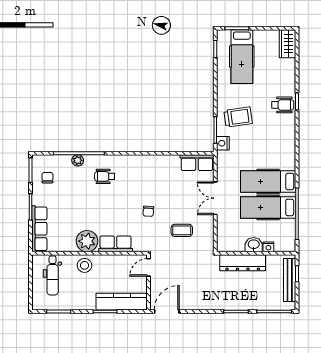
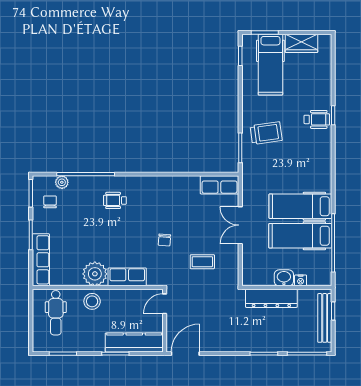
wardrobe: (288, 44) -> (302, 43), moved, turned -90
nightstand: (223, 143) -> (249, 163), removed
plant: (78, 160) -> (62, 182), moved

